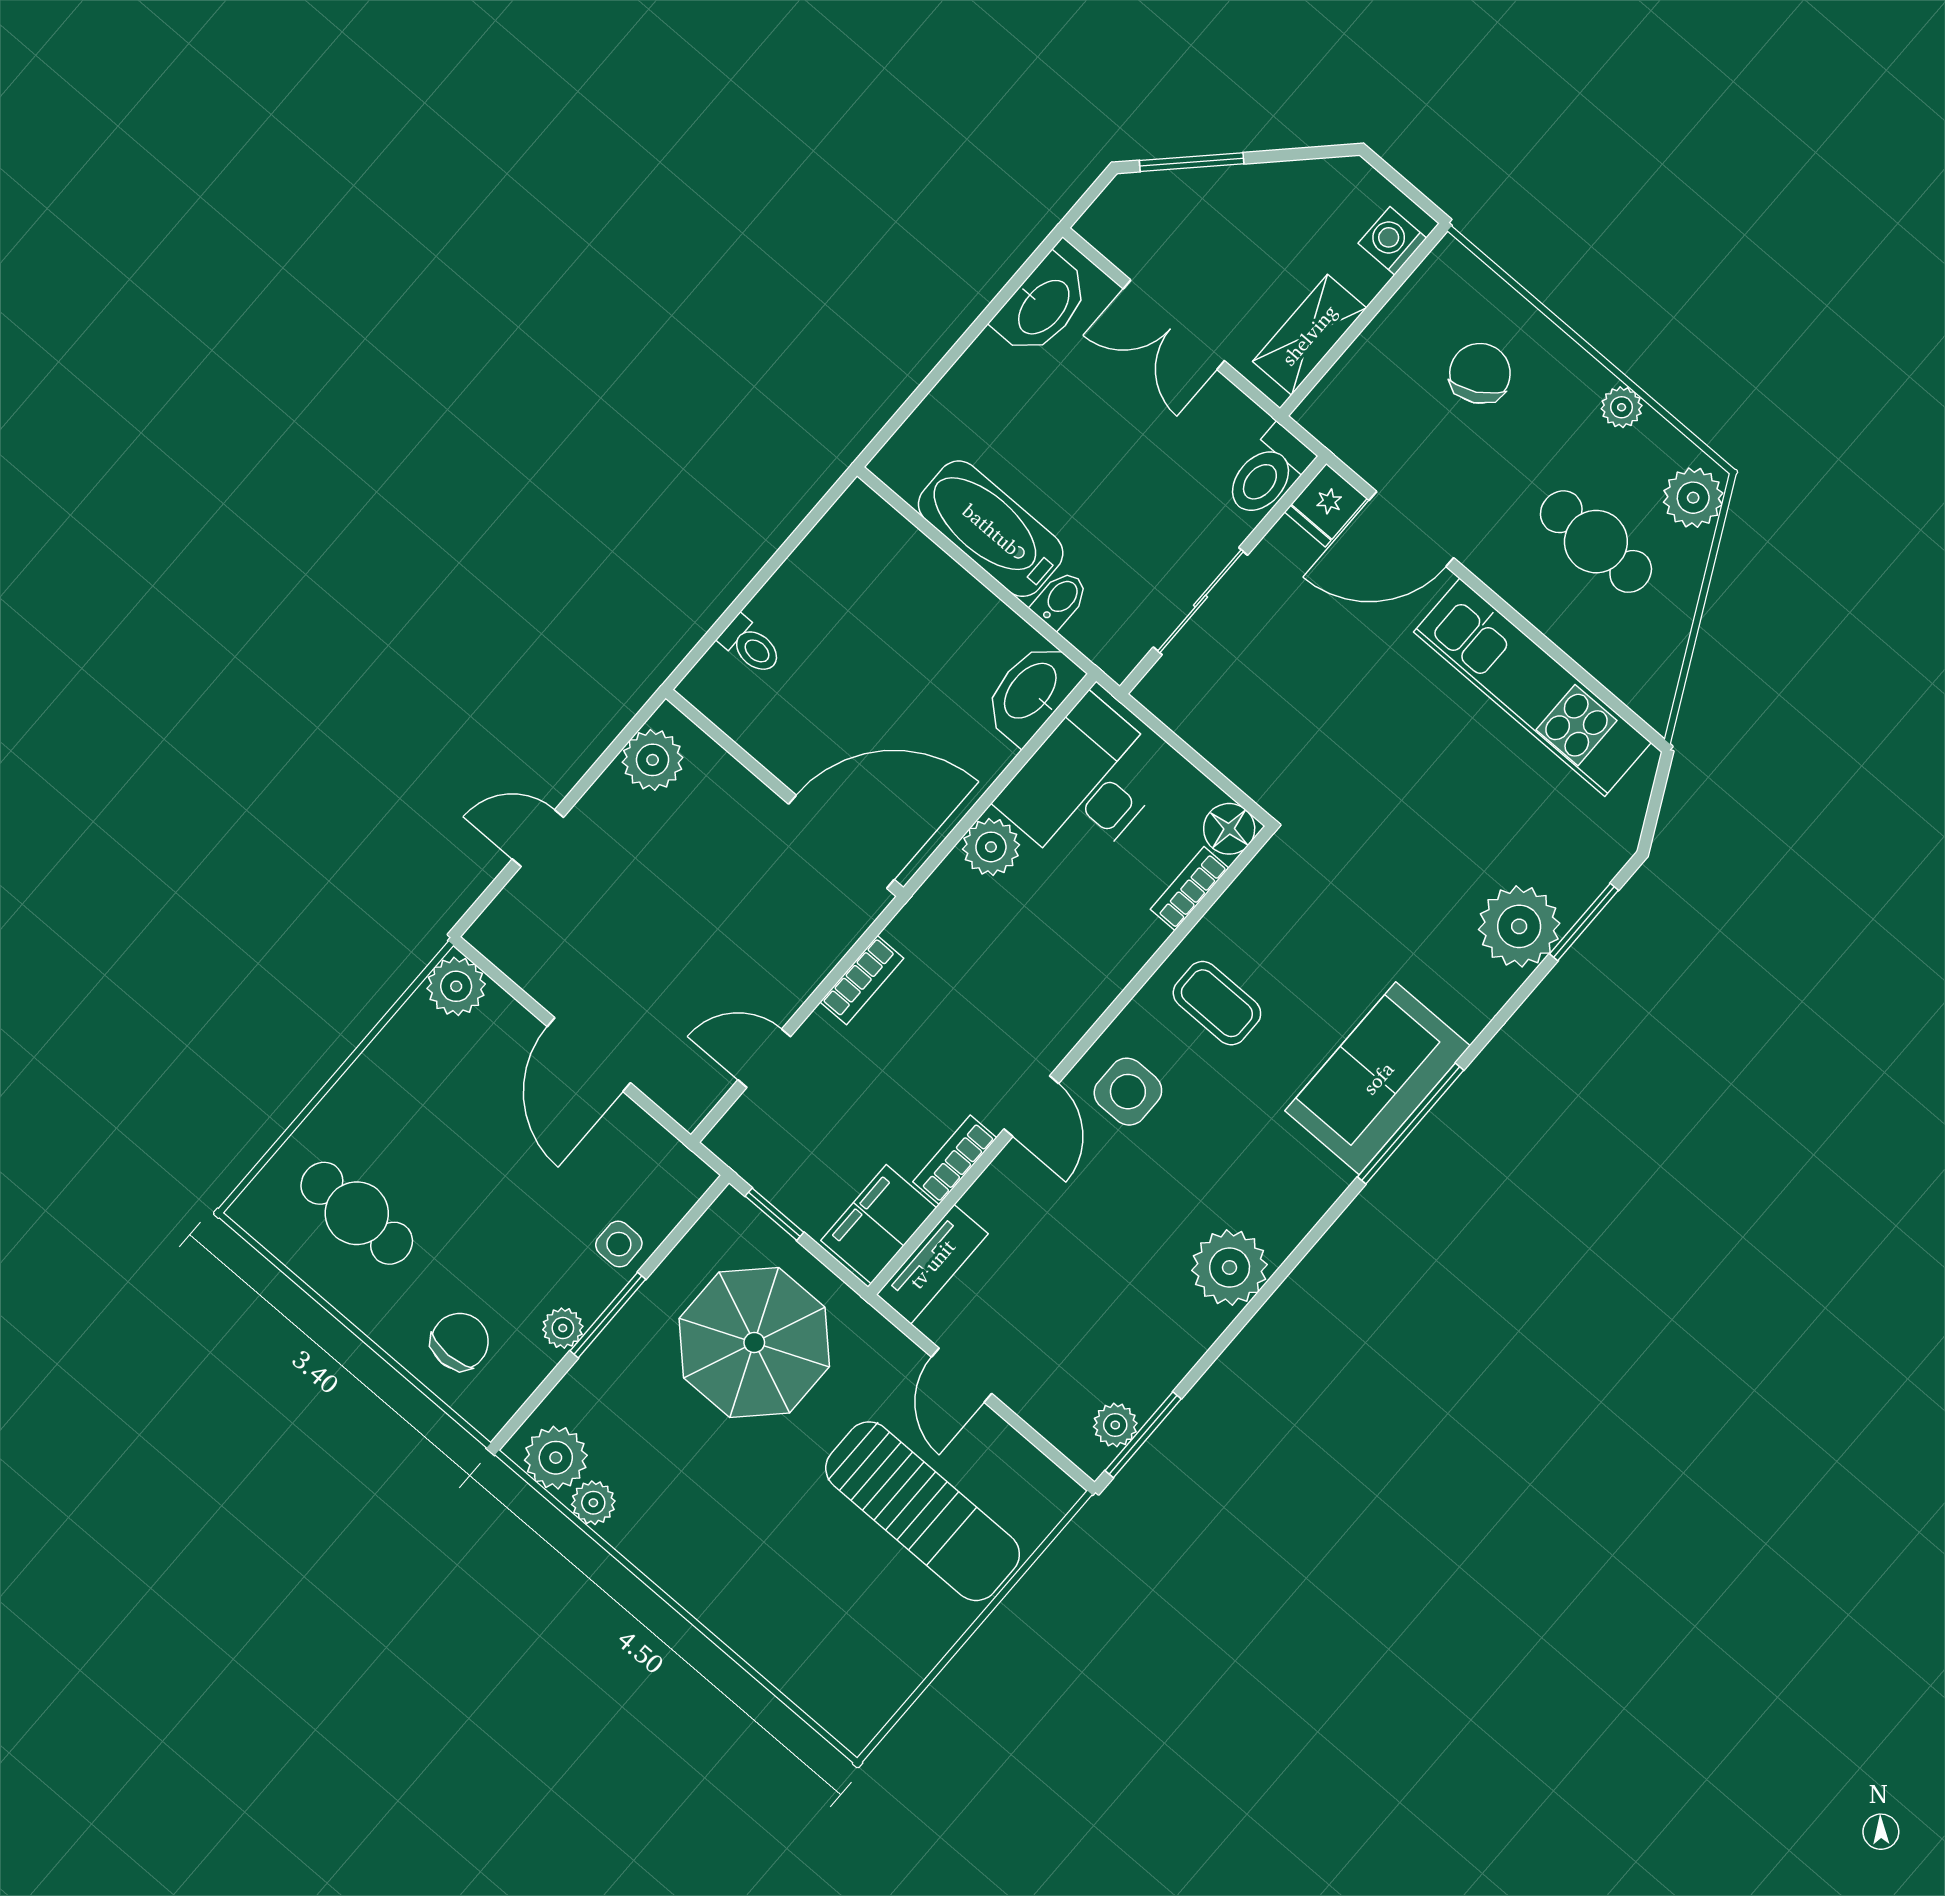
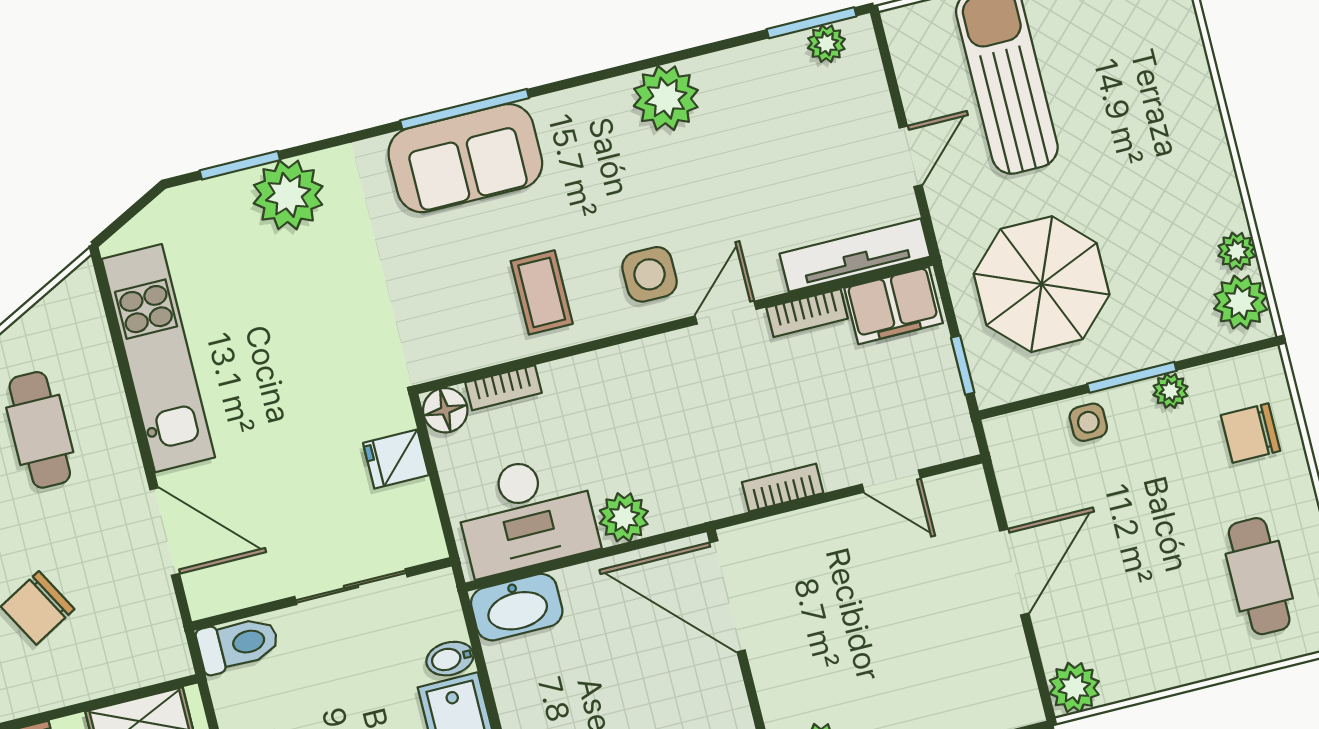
fridge: (1326, 505) -> (396, 459), moved, turned 180
tv unit: (932, 1264) -> (855, 255), width x1.41

